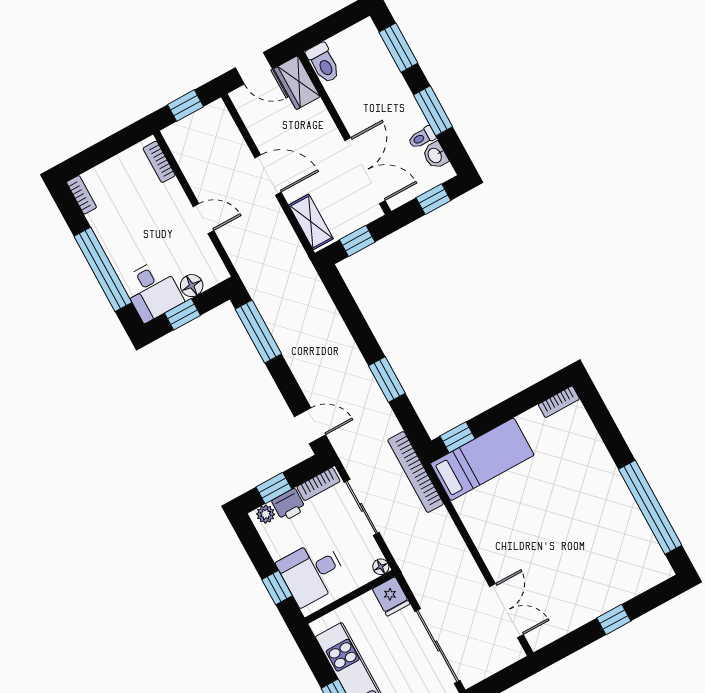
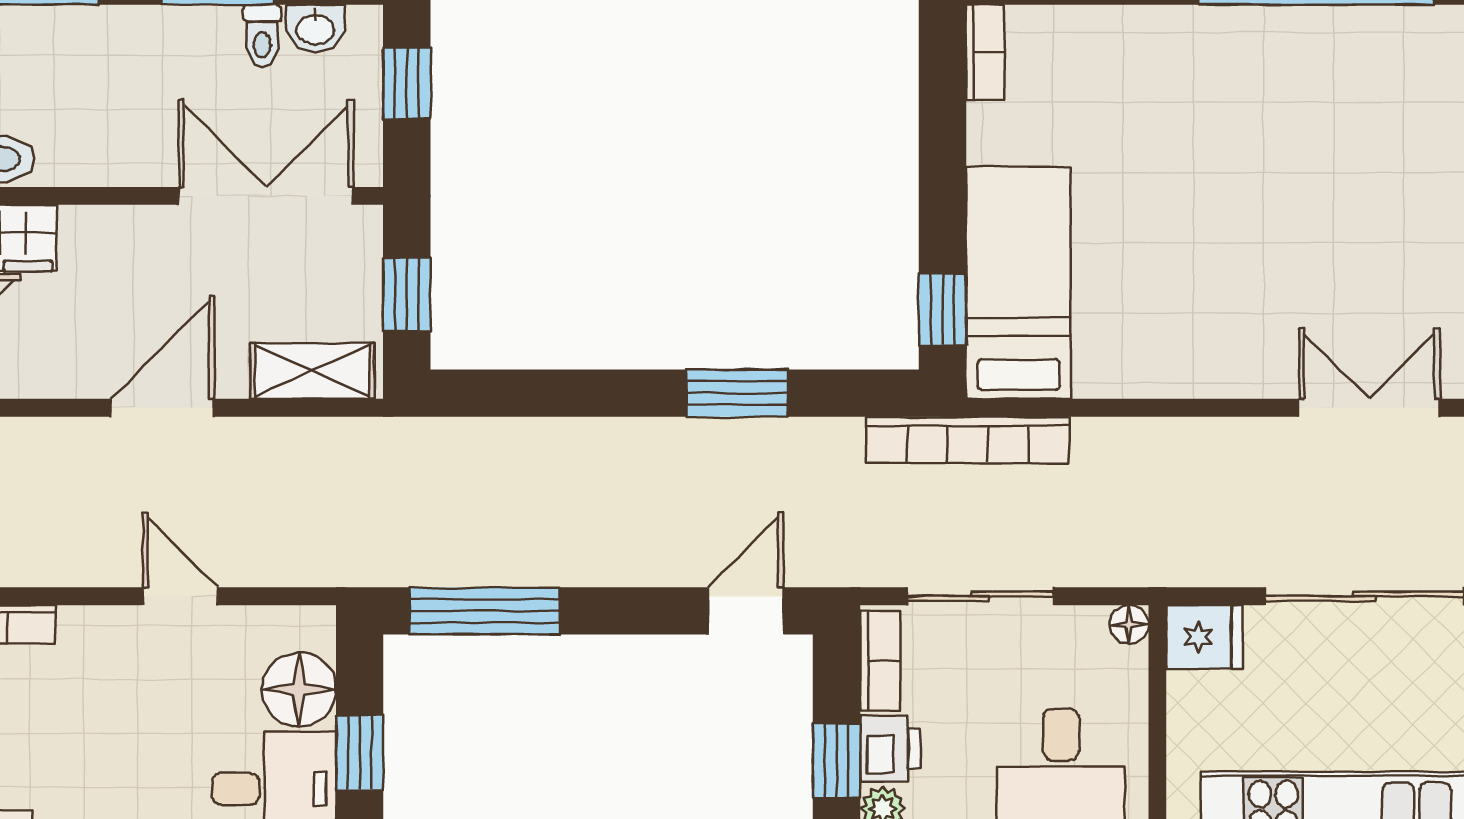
door: (203, 219) -> (180, 596), hinge flipped
floor lamp: (192, 286) -> (299, 689), width x1.38, depth x1.38

